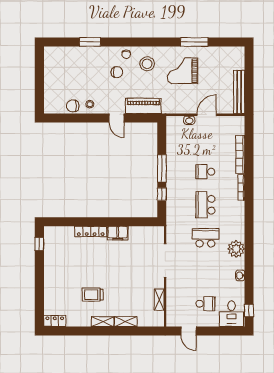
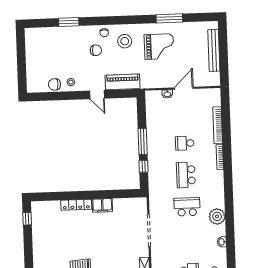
grand piano: (183, 71) -> (159, 47), turned 180
bench: (239, 92) -> (214, 50), moved

